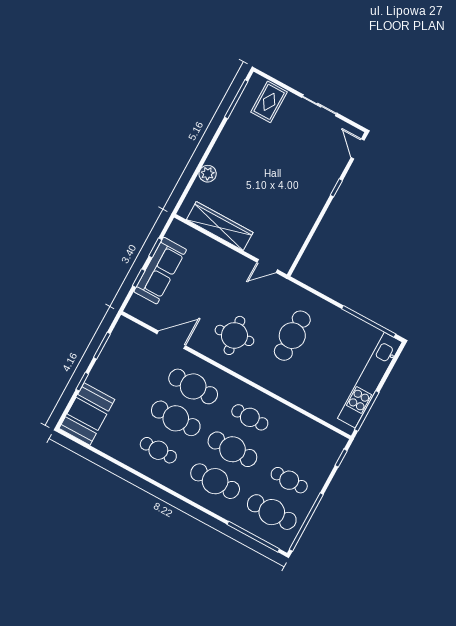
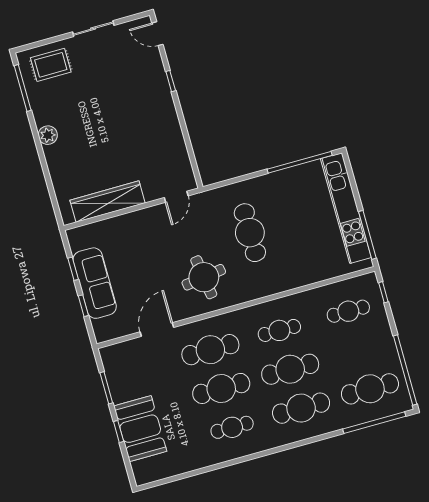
rug: (269, 102) -> (51, 65), turned 90
plant: (208, 174) -> (48, 135), moved
booth: (87, 414) -> (140, 429), moved
cafe table: (289, 480) -> (348, 311), moved

